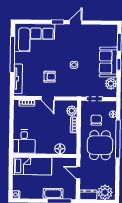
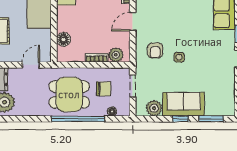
armchair: (50, 77) -> (155, 50), moved

